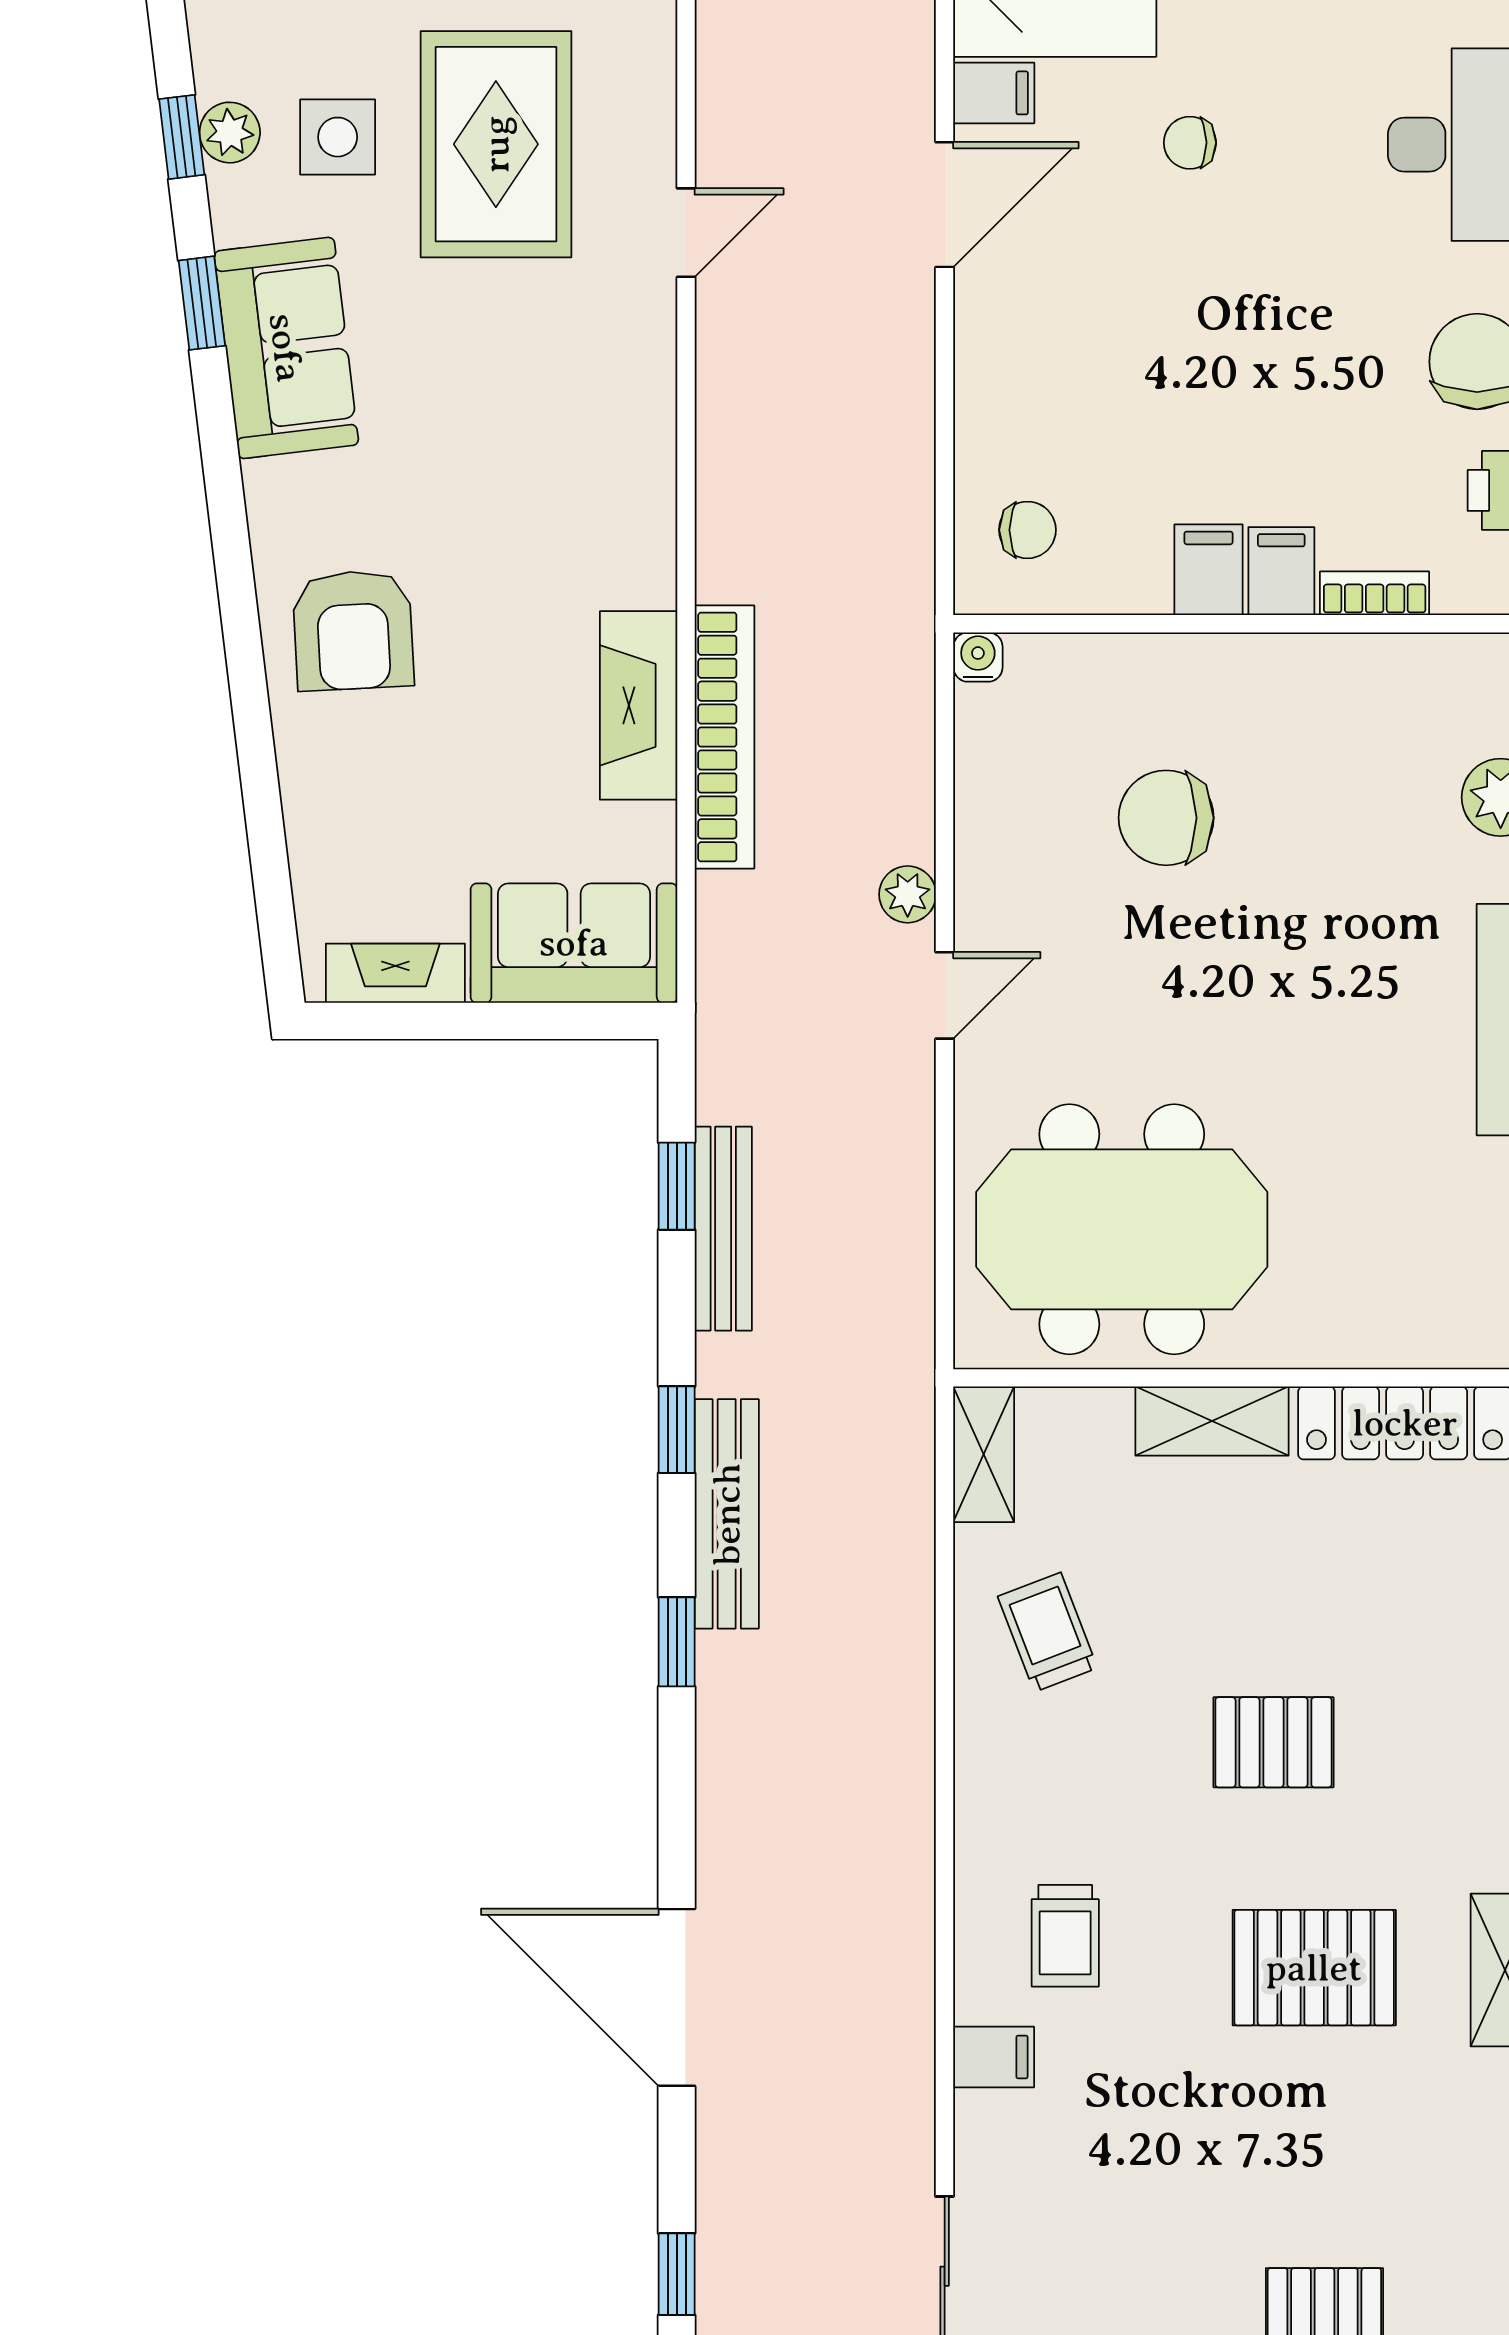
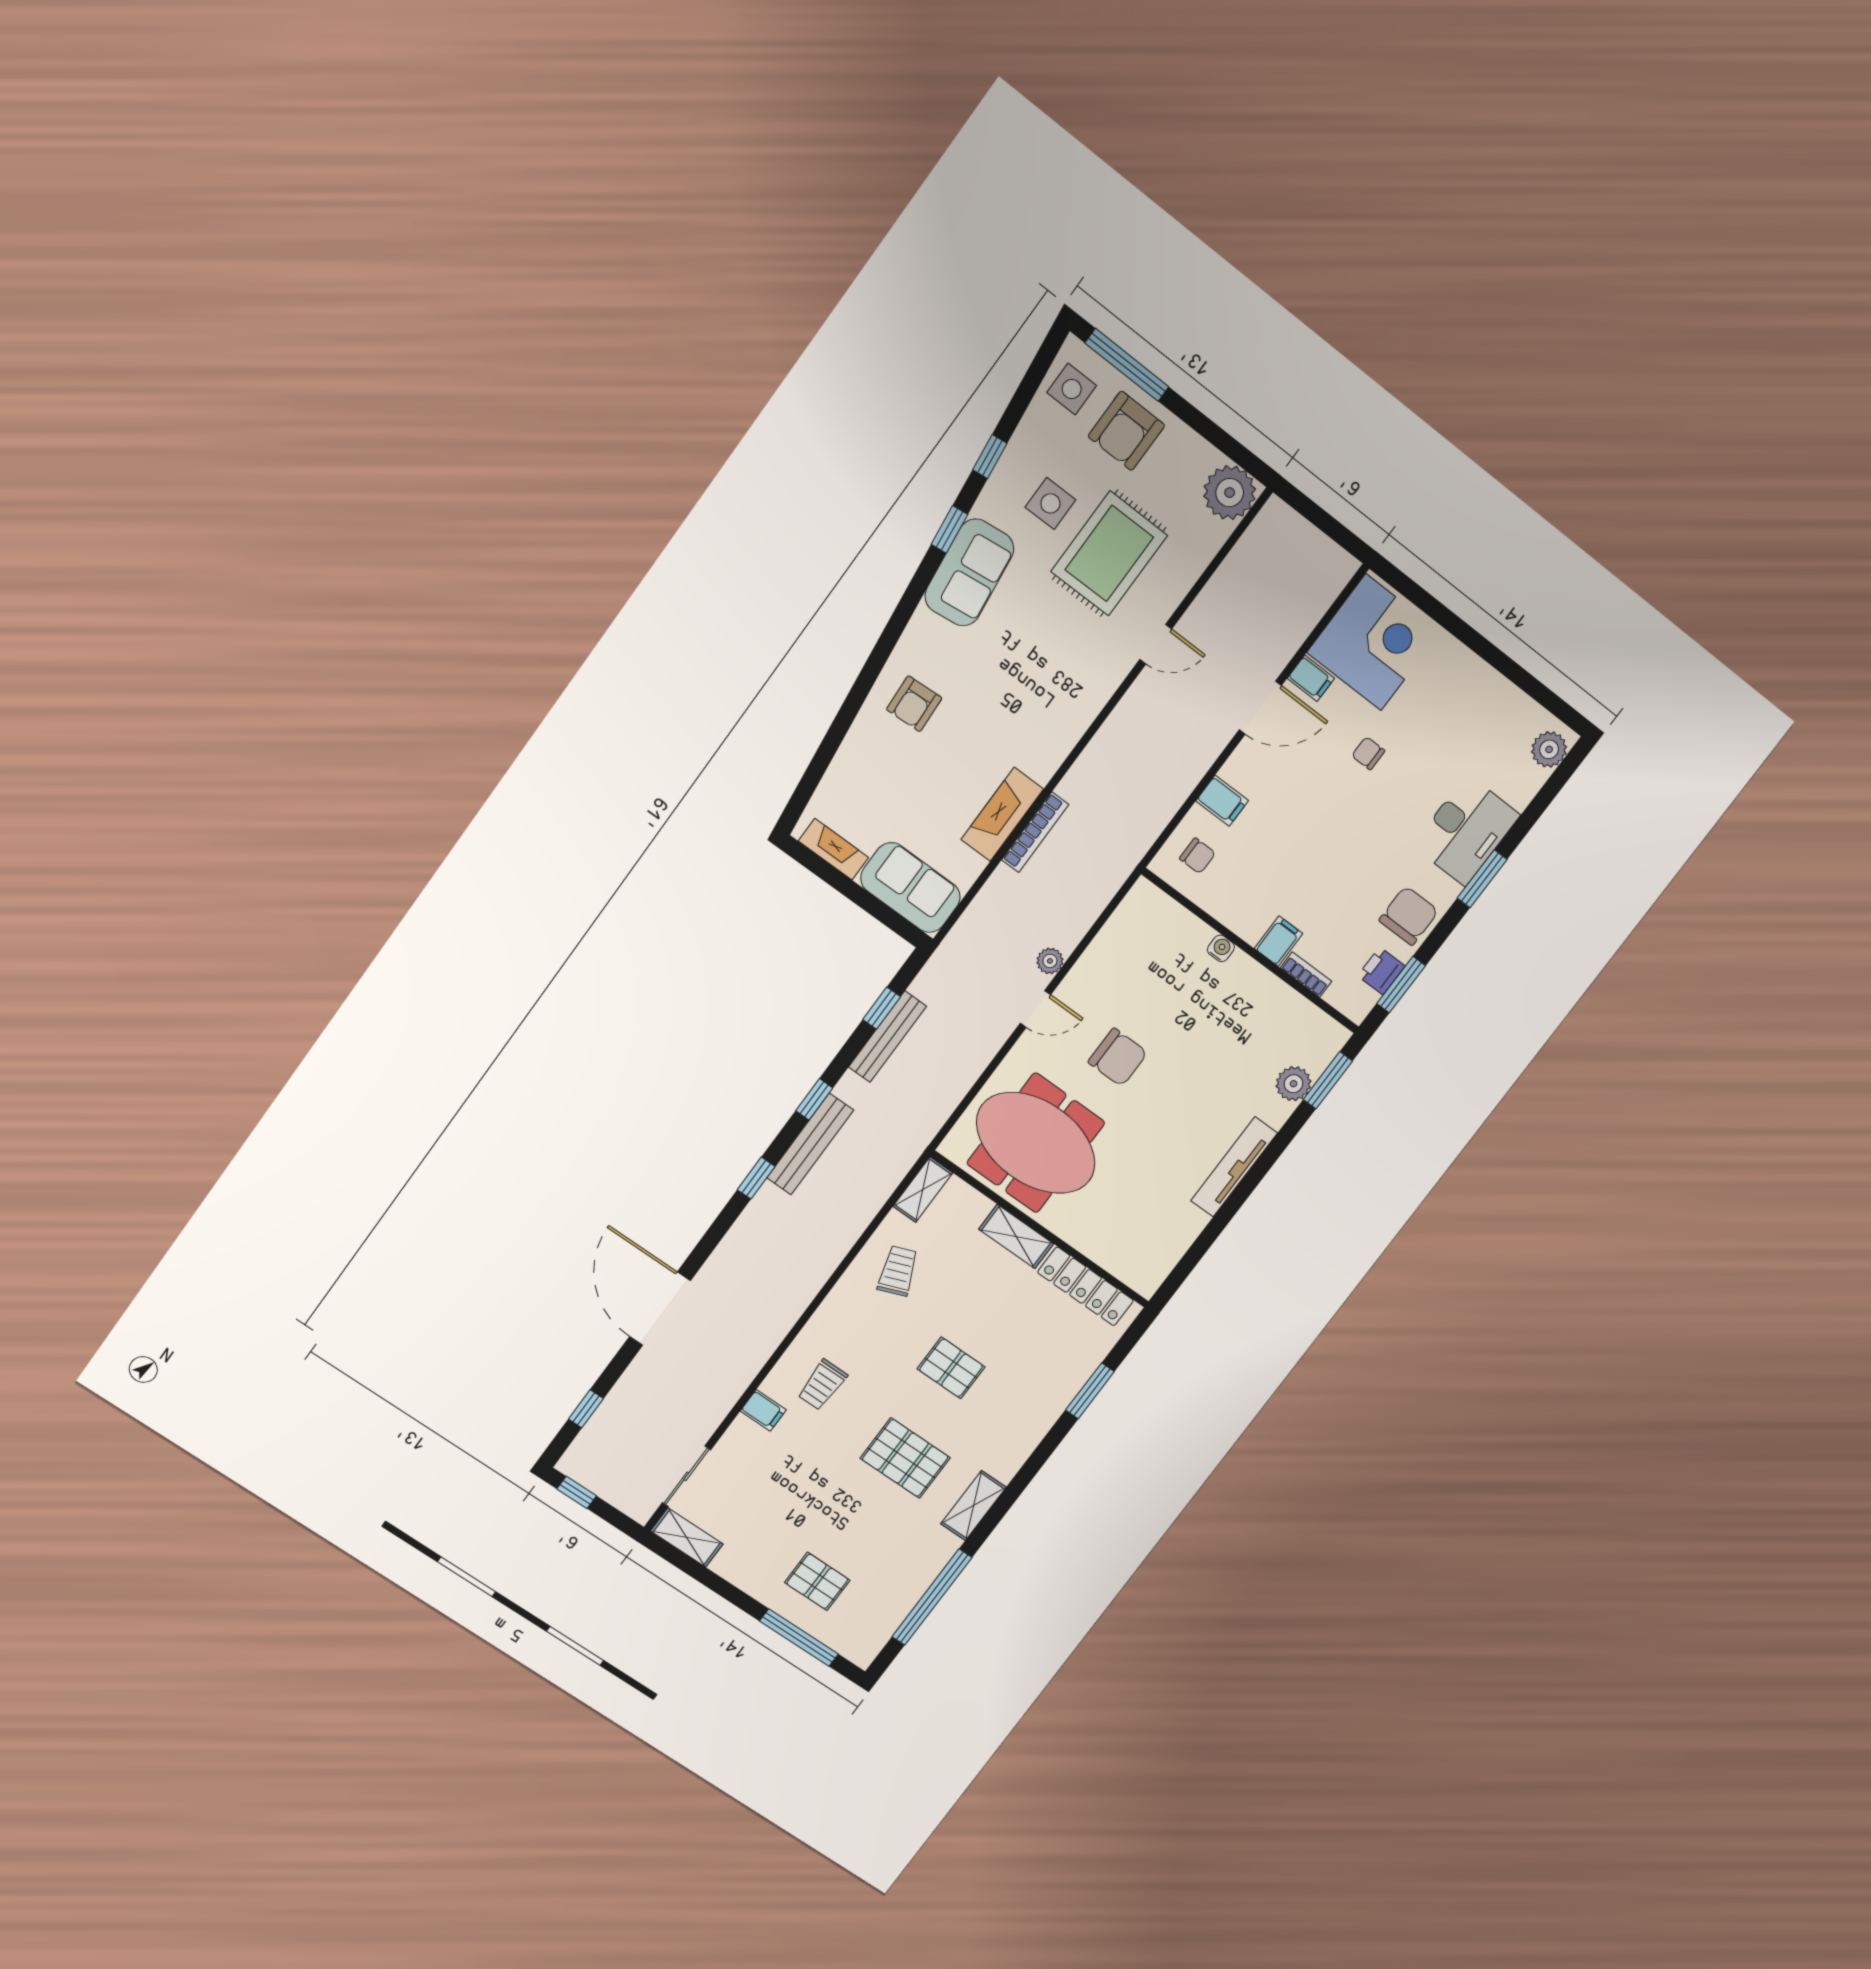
plant: (230, 133) -> (1010, 469), removed
filing cabinet: (1208, 570) -> (1222, 801), moved, turned 90
armchair: (353, 630) -> (914, 704), width x0.72, depth x0.72
water cooler: (978, 657) -> (1221, 948), moved
bookcase: (724, 737) -> (1035, 832), width x0.68, depth x0.76
chair: (1166, 818) -> (1118, 1057), moved, turned 180

